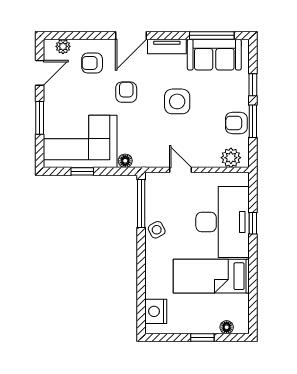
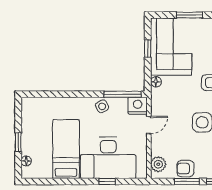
armchair: (236, 123) -> (185, 169), turned -90
nightstand: (156, 311) -> (138, 106), moved

